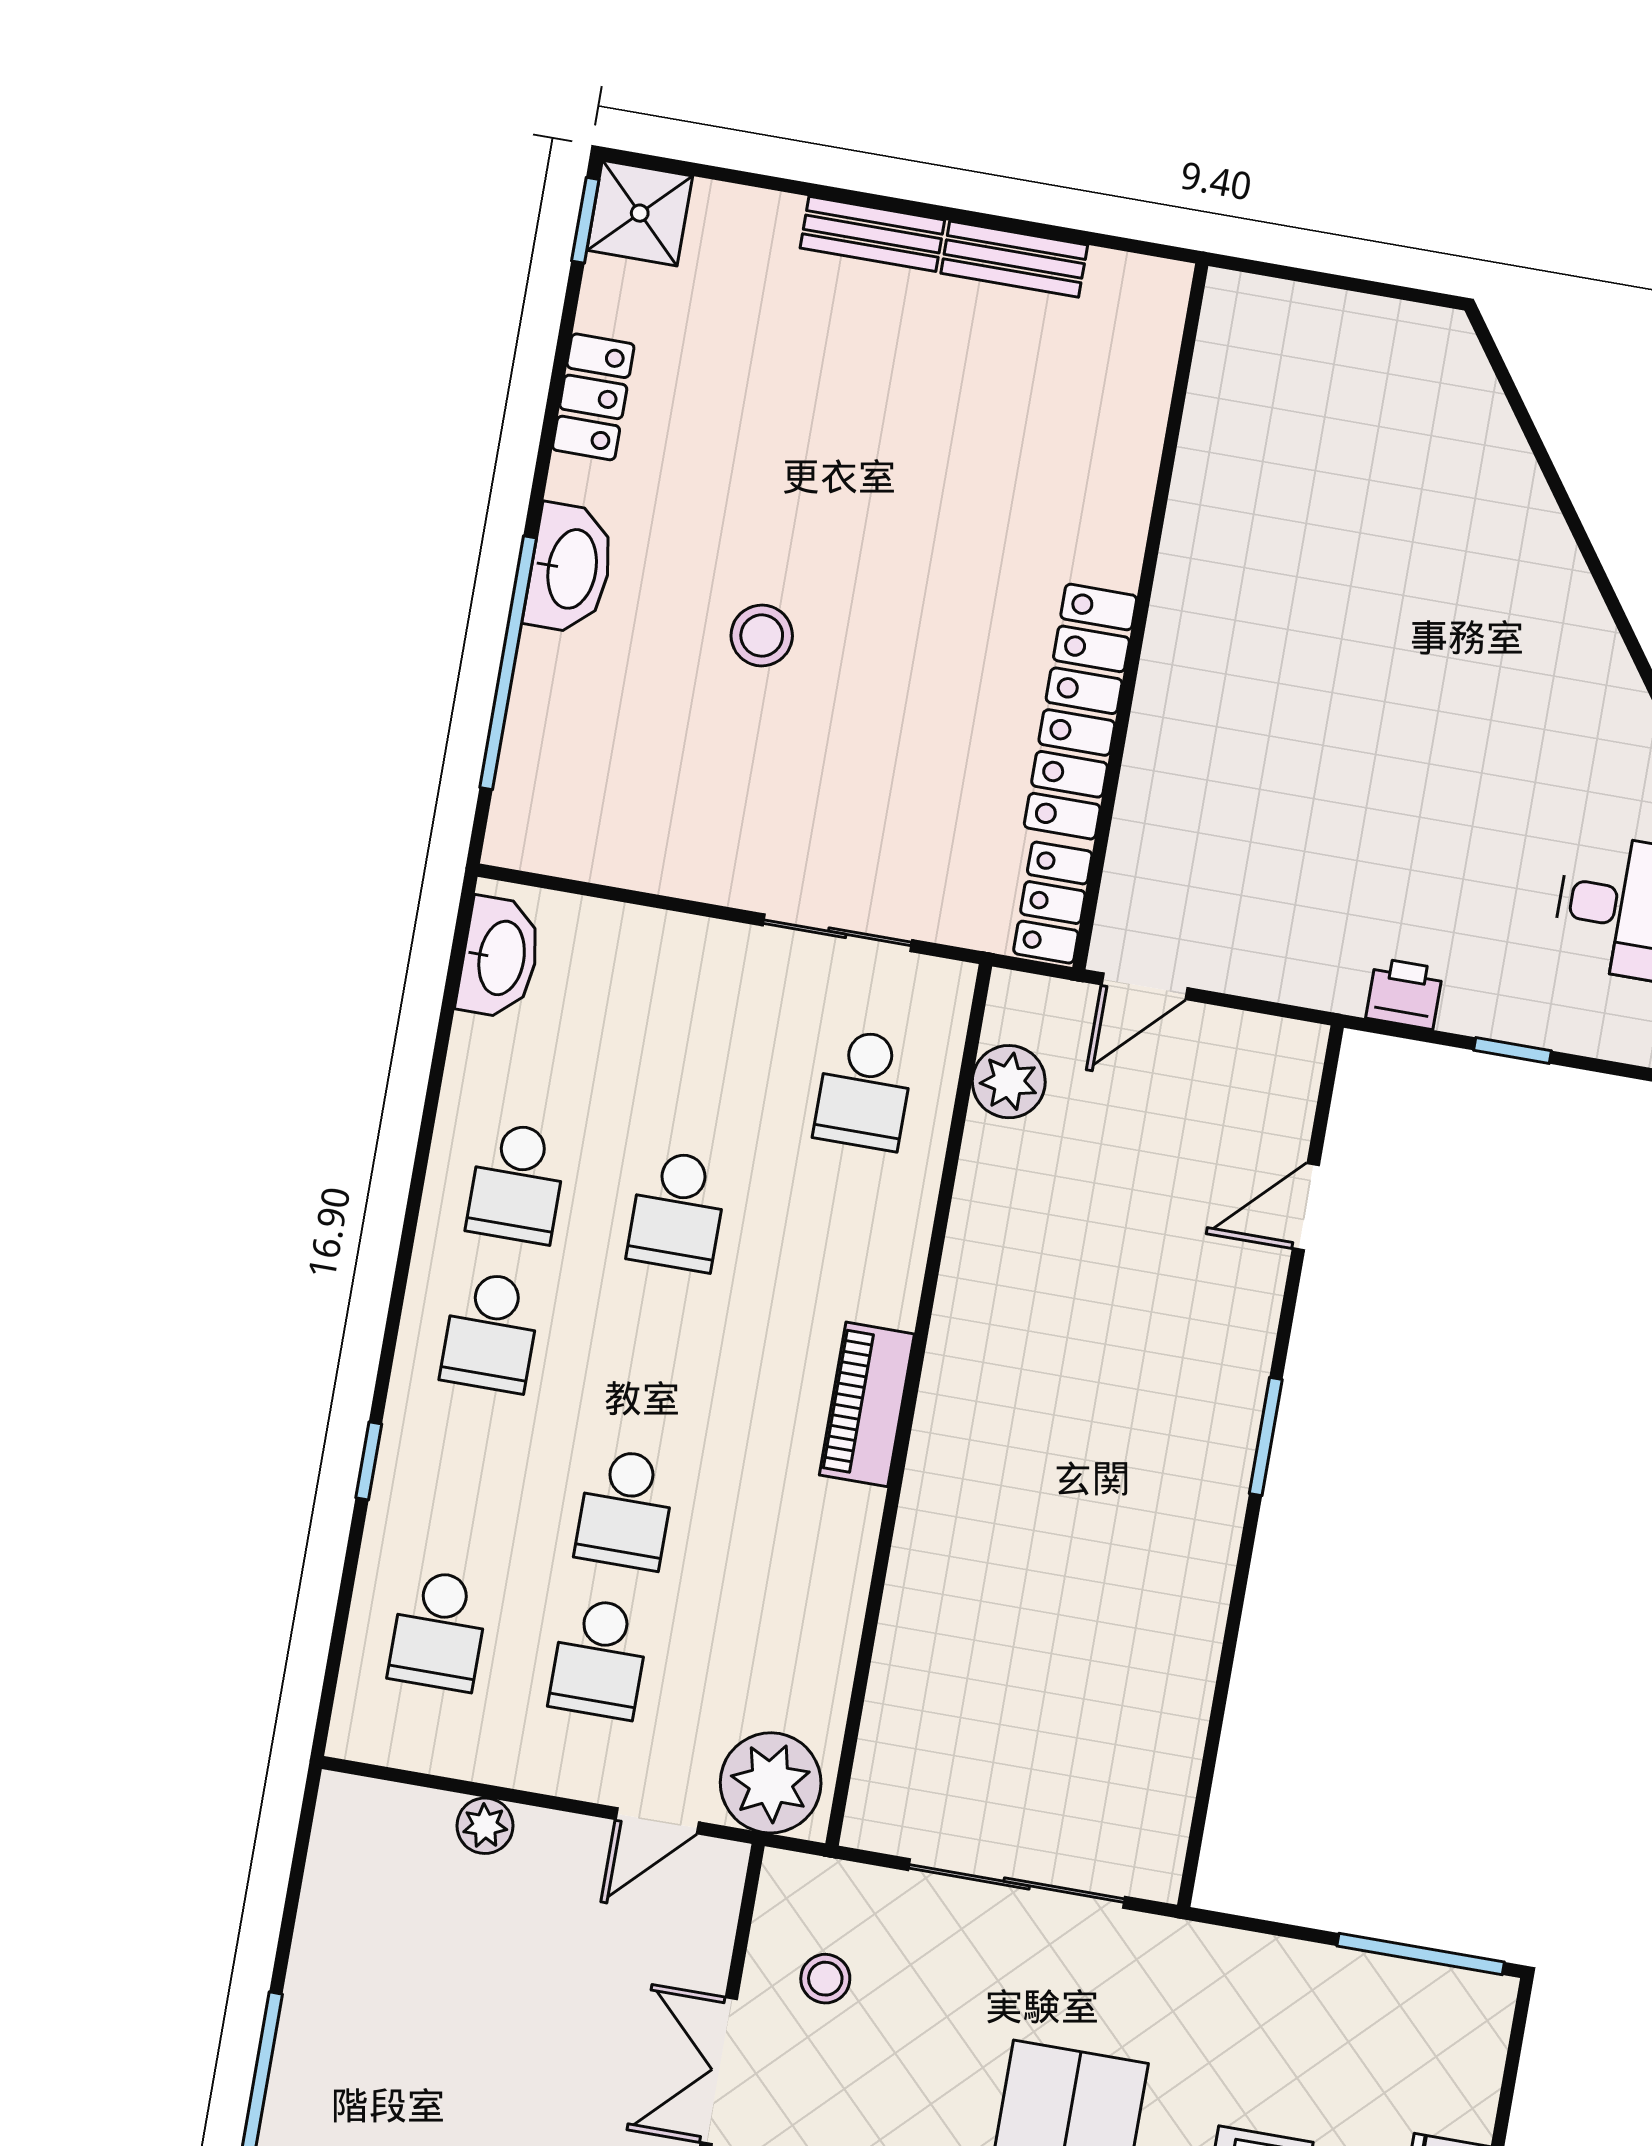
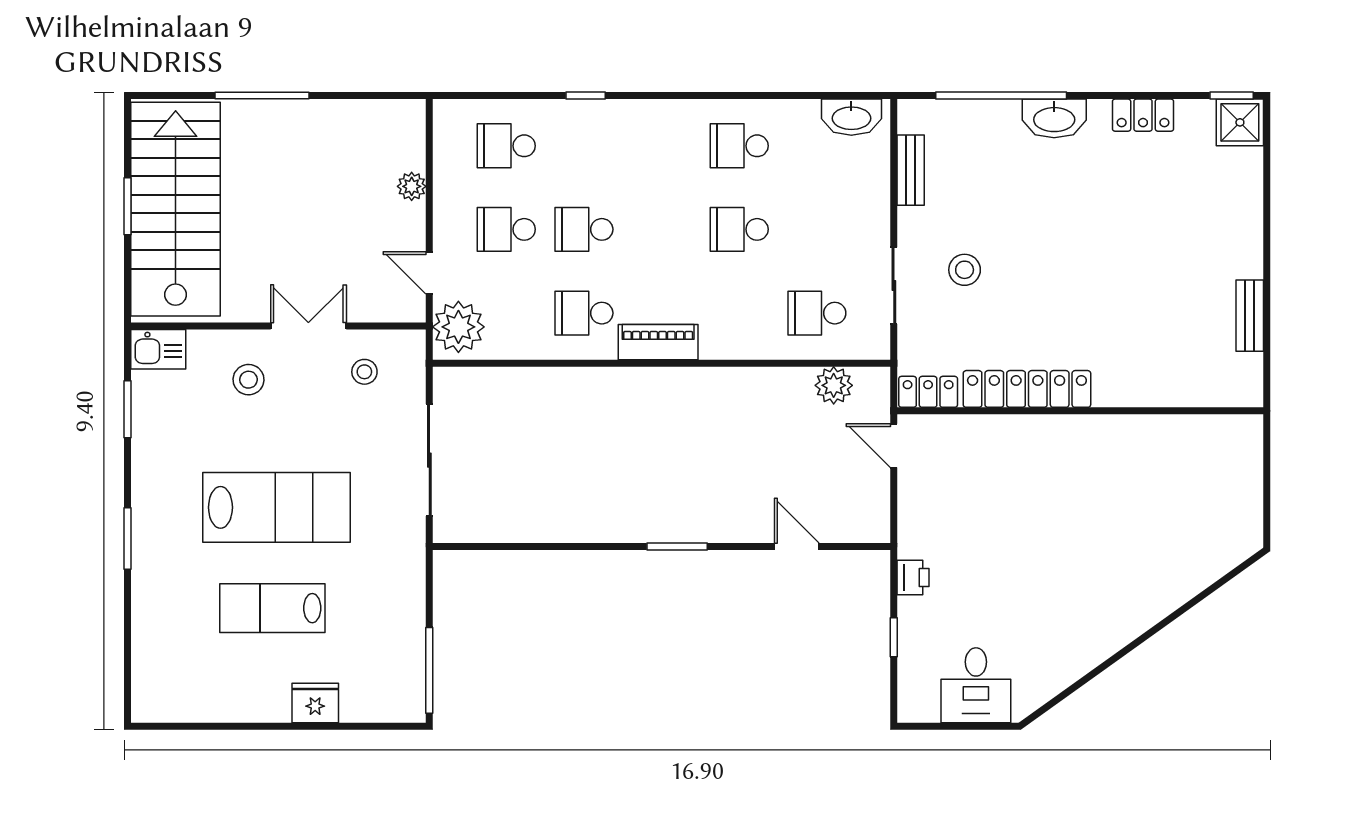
bench: (872, 234) -> (911, 170), moved
stool: (762, 635) -> (965, 270), moved
school desk: (491, 1332) -> (584, 313), moved

